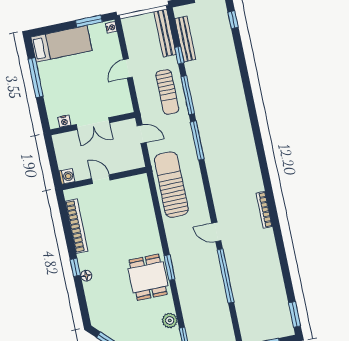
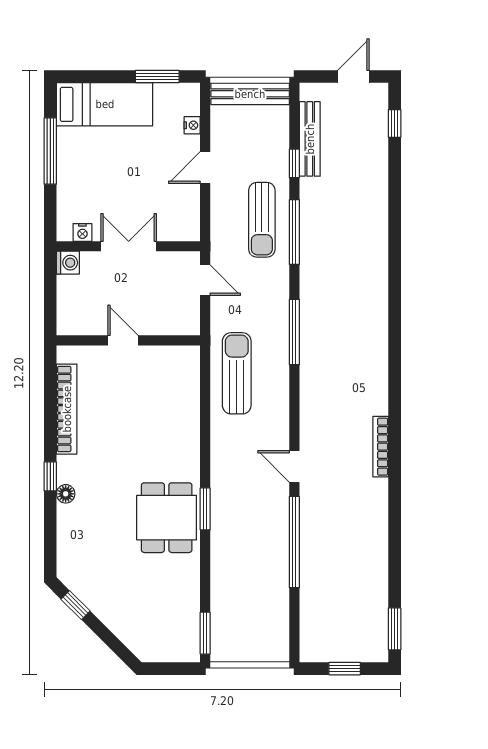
nightstand: (111, 27) -> (192, 125), moved
bench: (165, 33) -> (250, 94), moved, turned 90
double door: (93, 124) -> (129, 246), swing flipped
window: (197, 140) -> (294, 332), moved
washing machine: (67, 176) -> (68, 263), moved
sun lounger: (171, 185) -> (237, 373), width x0.73, depth x0.75
plant: (170, 321) -> (187, 596), removed

